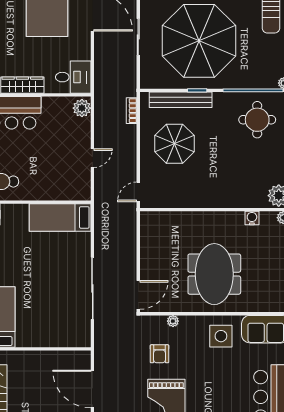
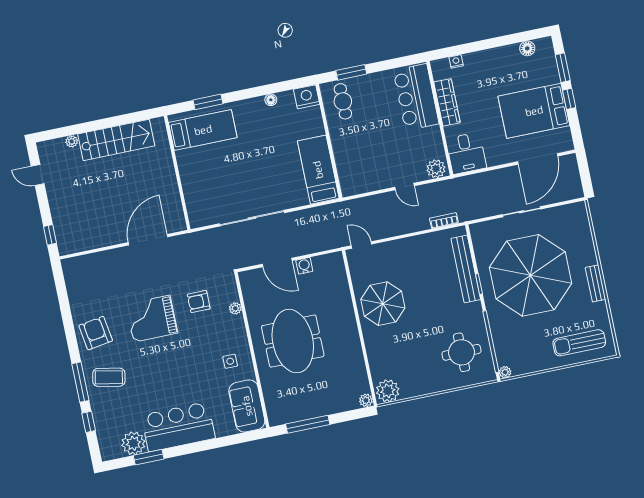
parasol: (174, 144) -> (383, 304), moved
door: (92, 158) -> (405, 187), moved
water cooler: (252, 218) -> (304, 266), moved, turned -90
meeting table: (214, 274) -> (293, 341), turned 90
door: (138, 295) -> (277, 262), moved
side table: (221, 336) -> (230, 361), width x0.54, depth x0.54

